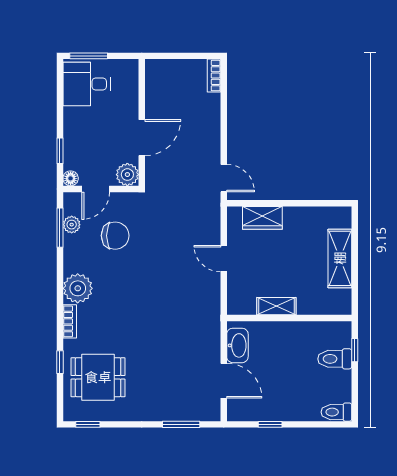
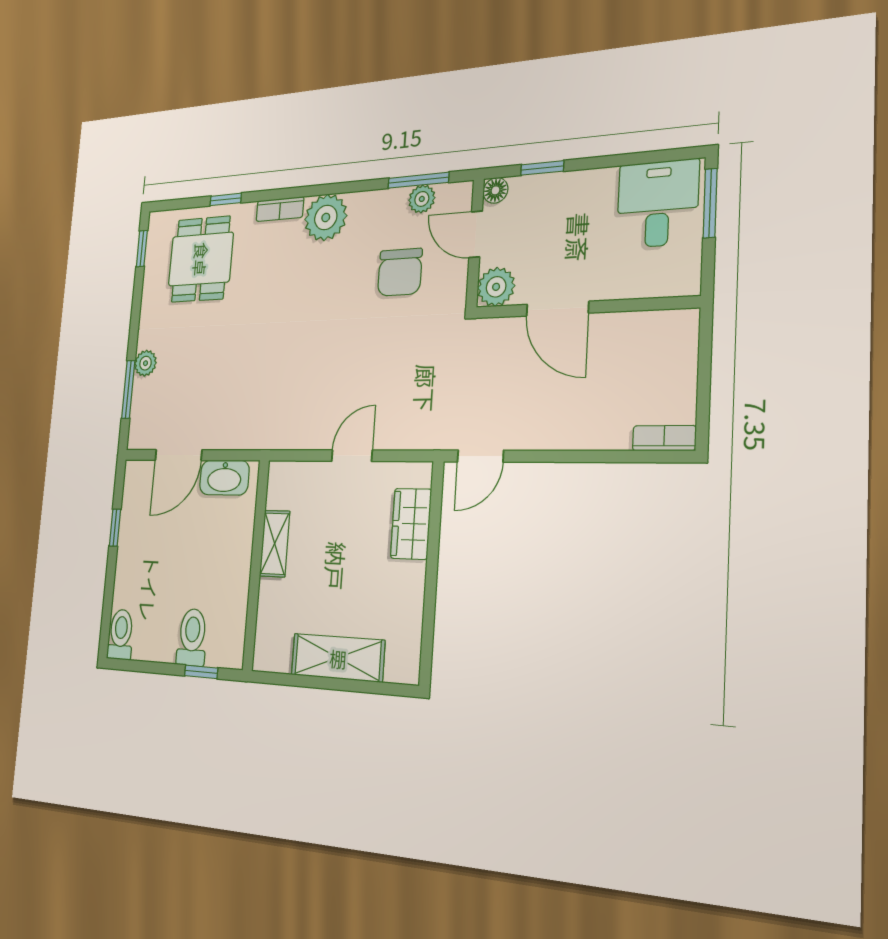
plant: (164, 413) -> (146, 363), added

